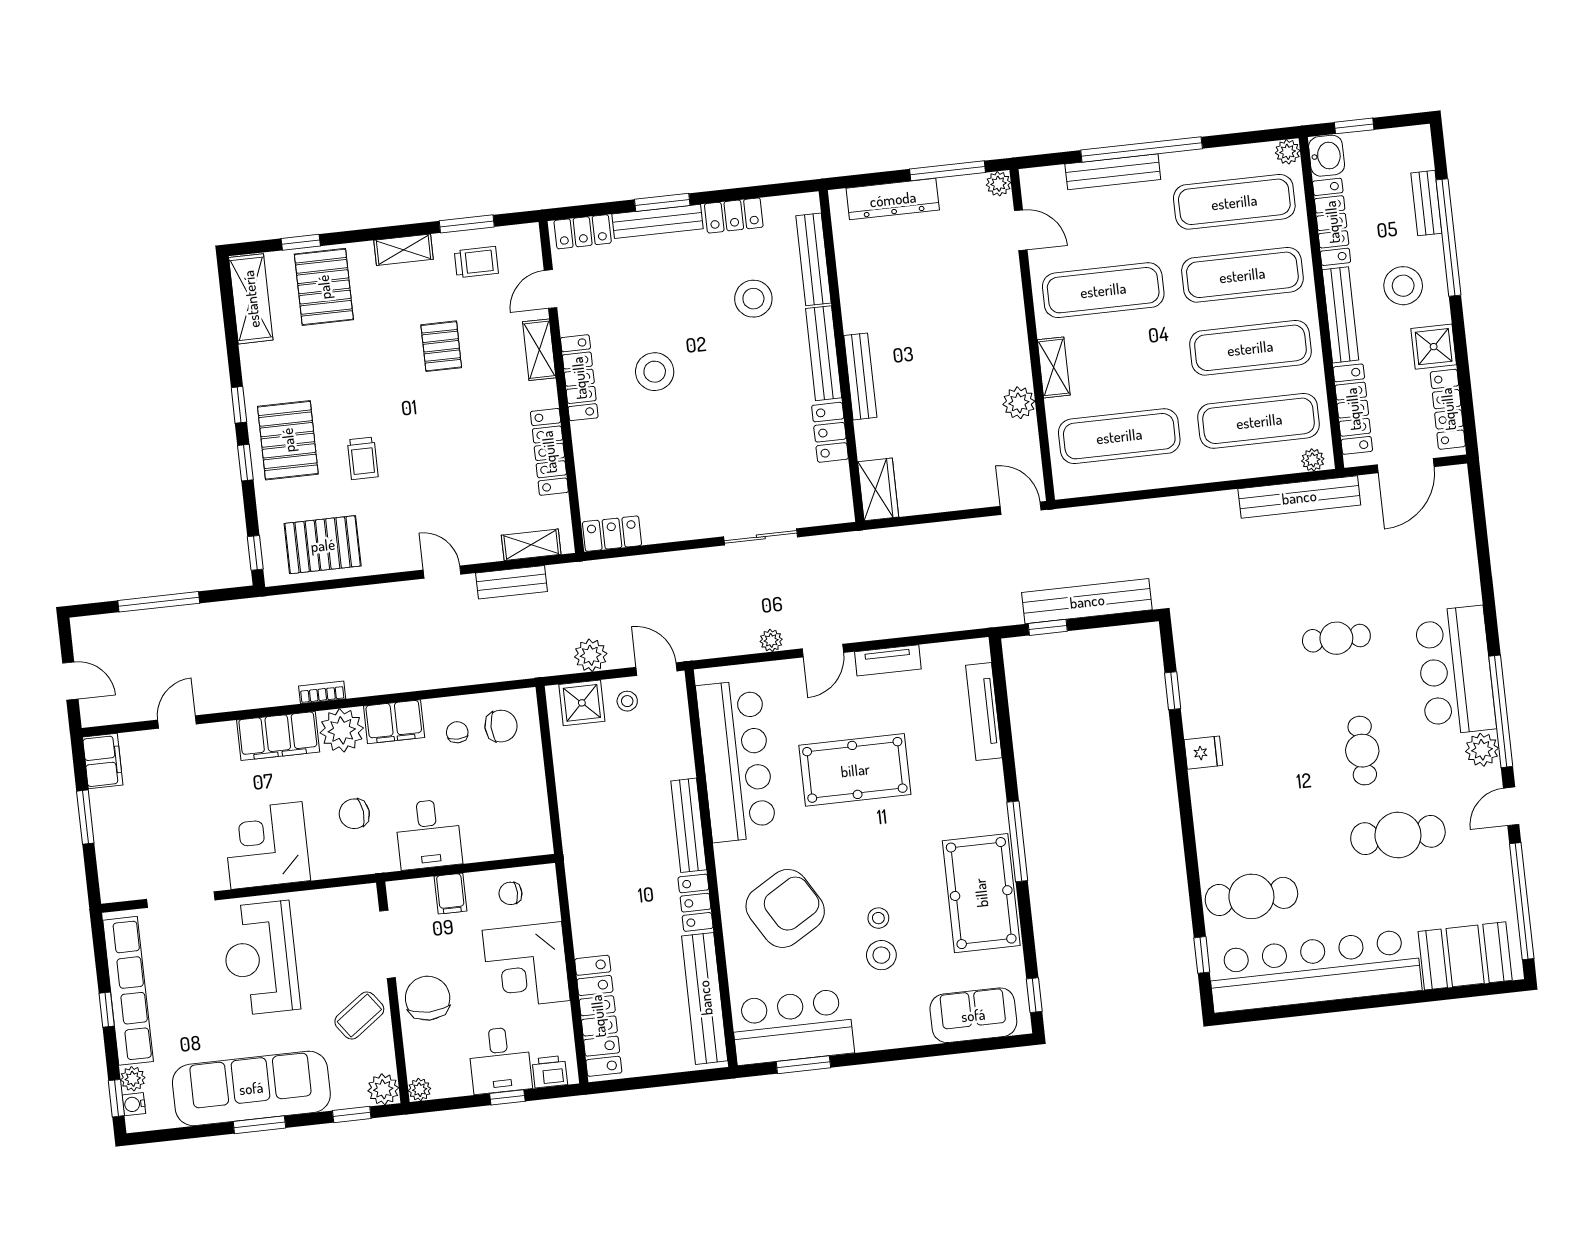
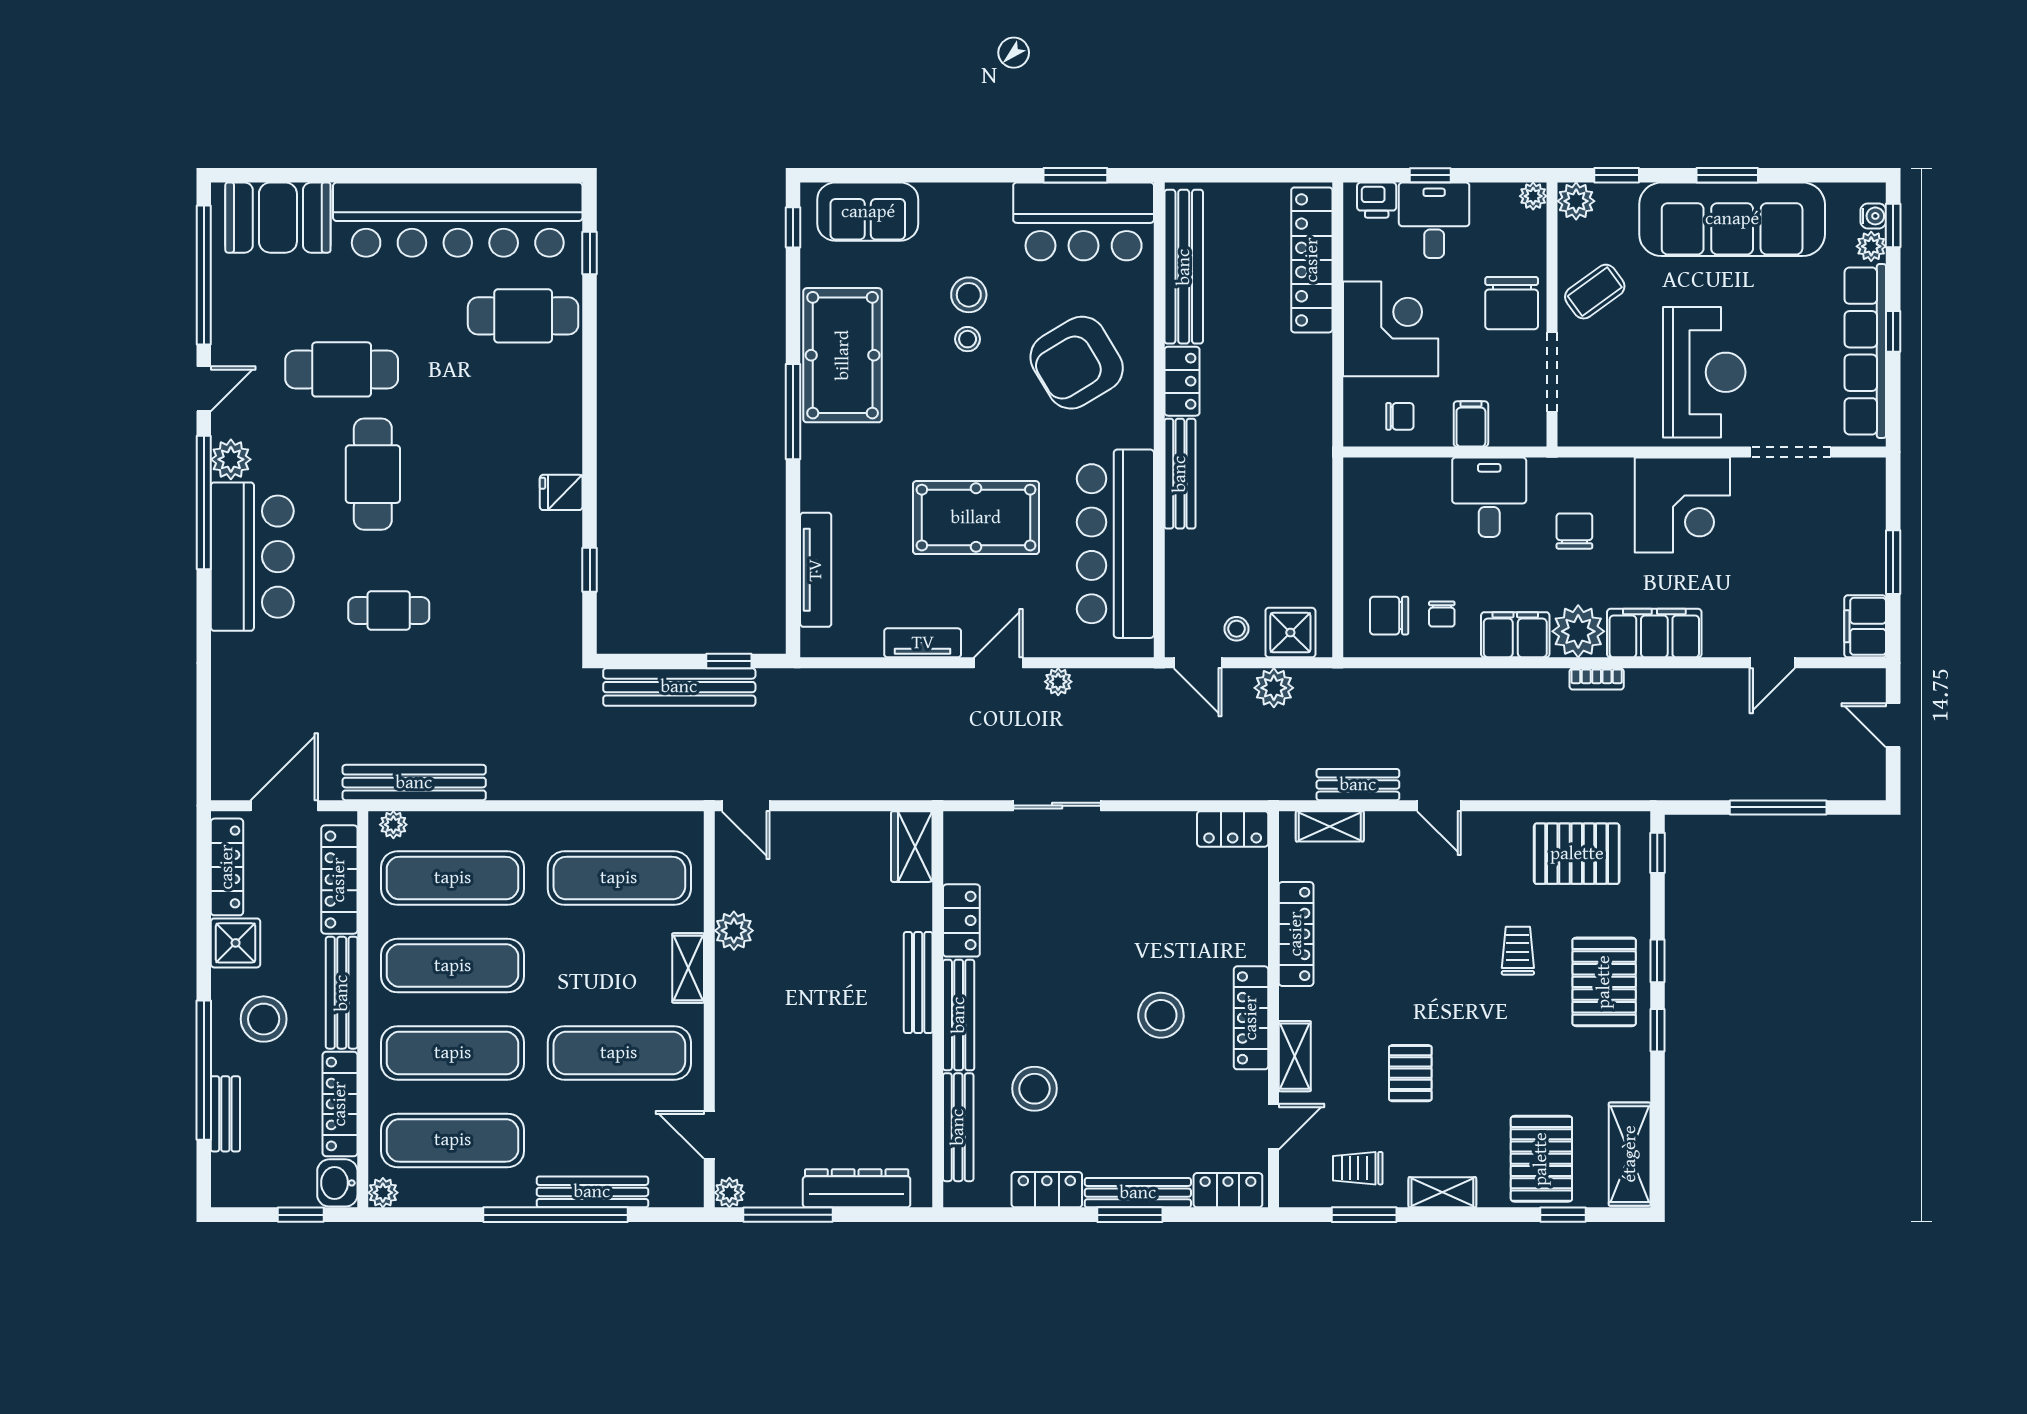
cafe table: (1362, 751) -> (373, 474), width x1.37, depth x1.35
chair: (354, 814) -> (1574, 531), turned -84

